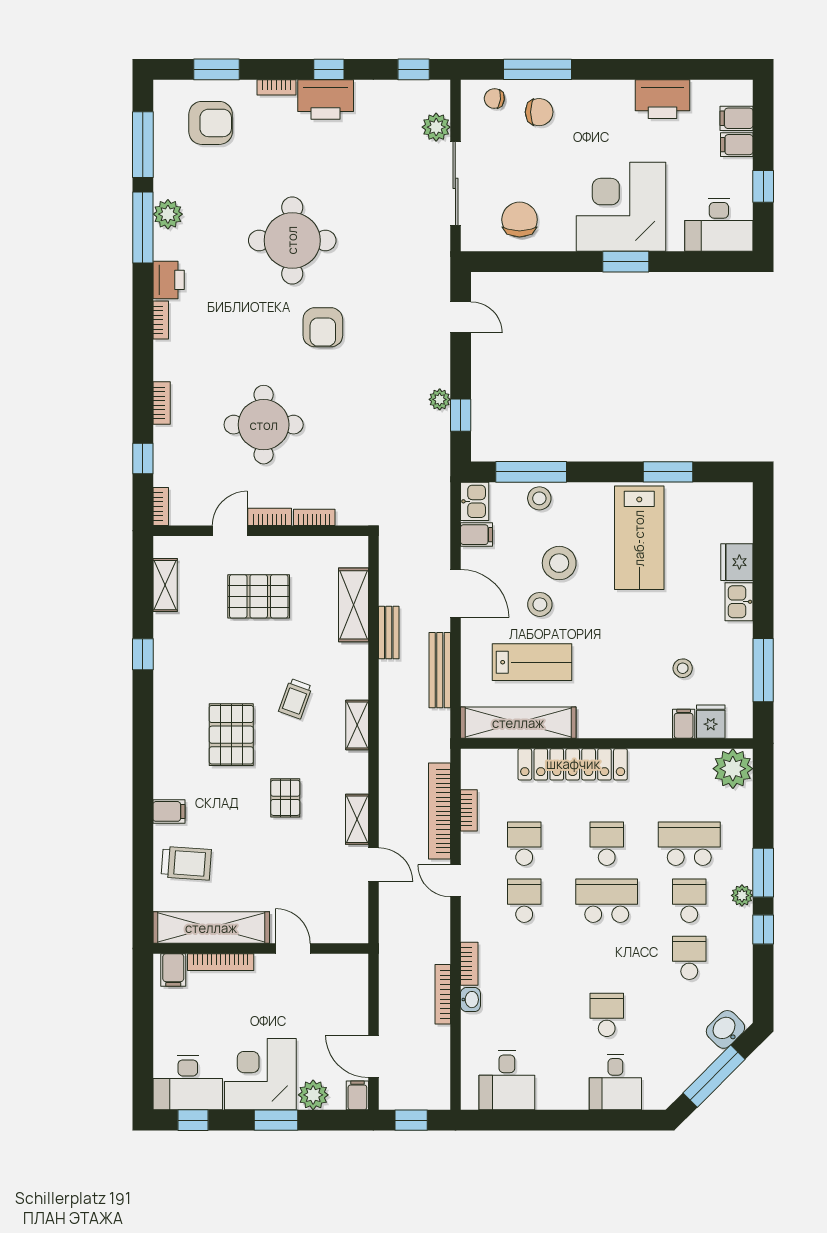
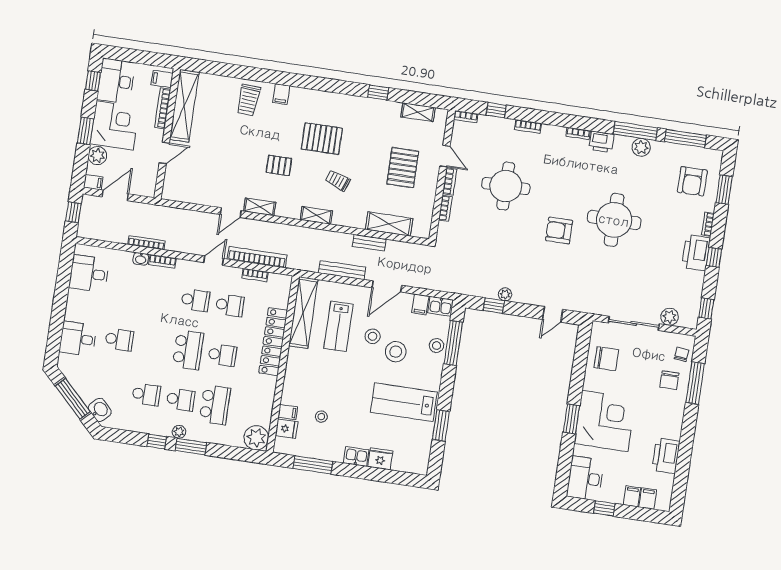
shelving: (211, 928) -> (184, 106), moved
wall: (261, 949) -> (167, 134), moved
door: (293, 949) -> (164, 153), moved
bookcase: (221, 962) -> (163, 108), moved
filing cabinet: (173, 970) -> (162, 79), moved

